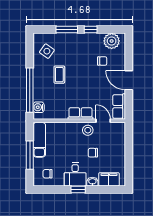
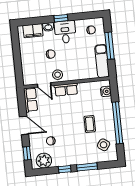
window: (129, 50) -> (27, 153), added
window: (30, 90) -> (117, 123), moved

